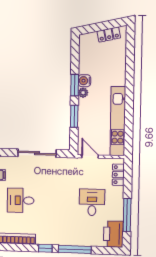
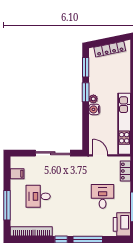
locker: (109, 35) -> (110, 49), width x1.53
water cooler: (84, 81) -> (94, 109), moved
window: (74, 116) -> (86, 67), moved

